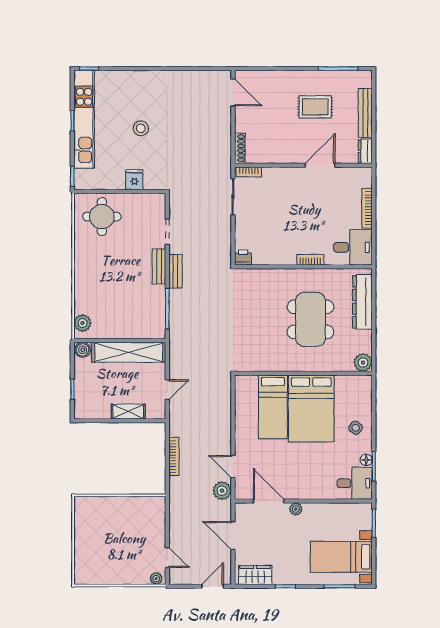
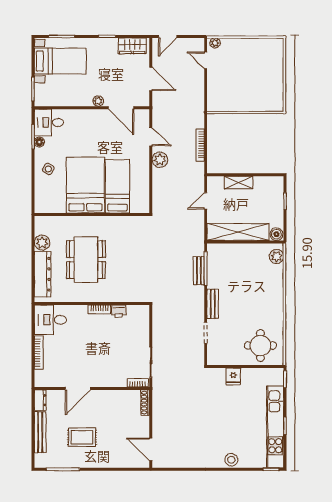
stool: (141, 128) -> (231, 460), moved
printer: (243, 258) -> (119, 311), moved
bookcase: (310, 260) -> (99, 309), moved
bench: (175, 271) -> (199, 271), moved
plant: (363, 363) -> (42, 243), moved
plant: (222, 491) -> (160, 160), moved

